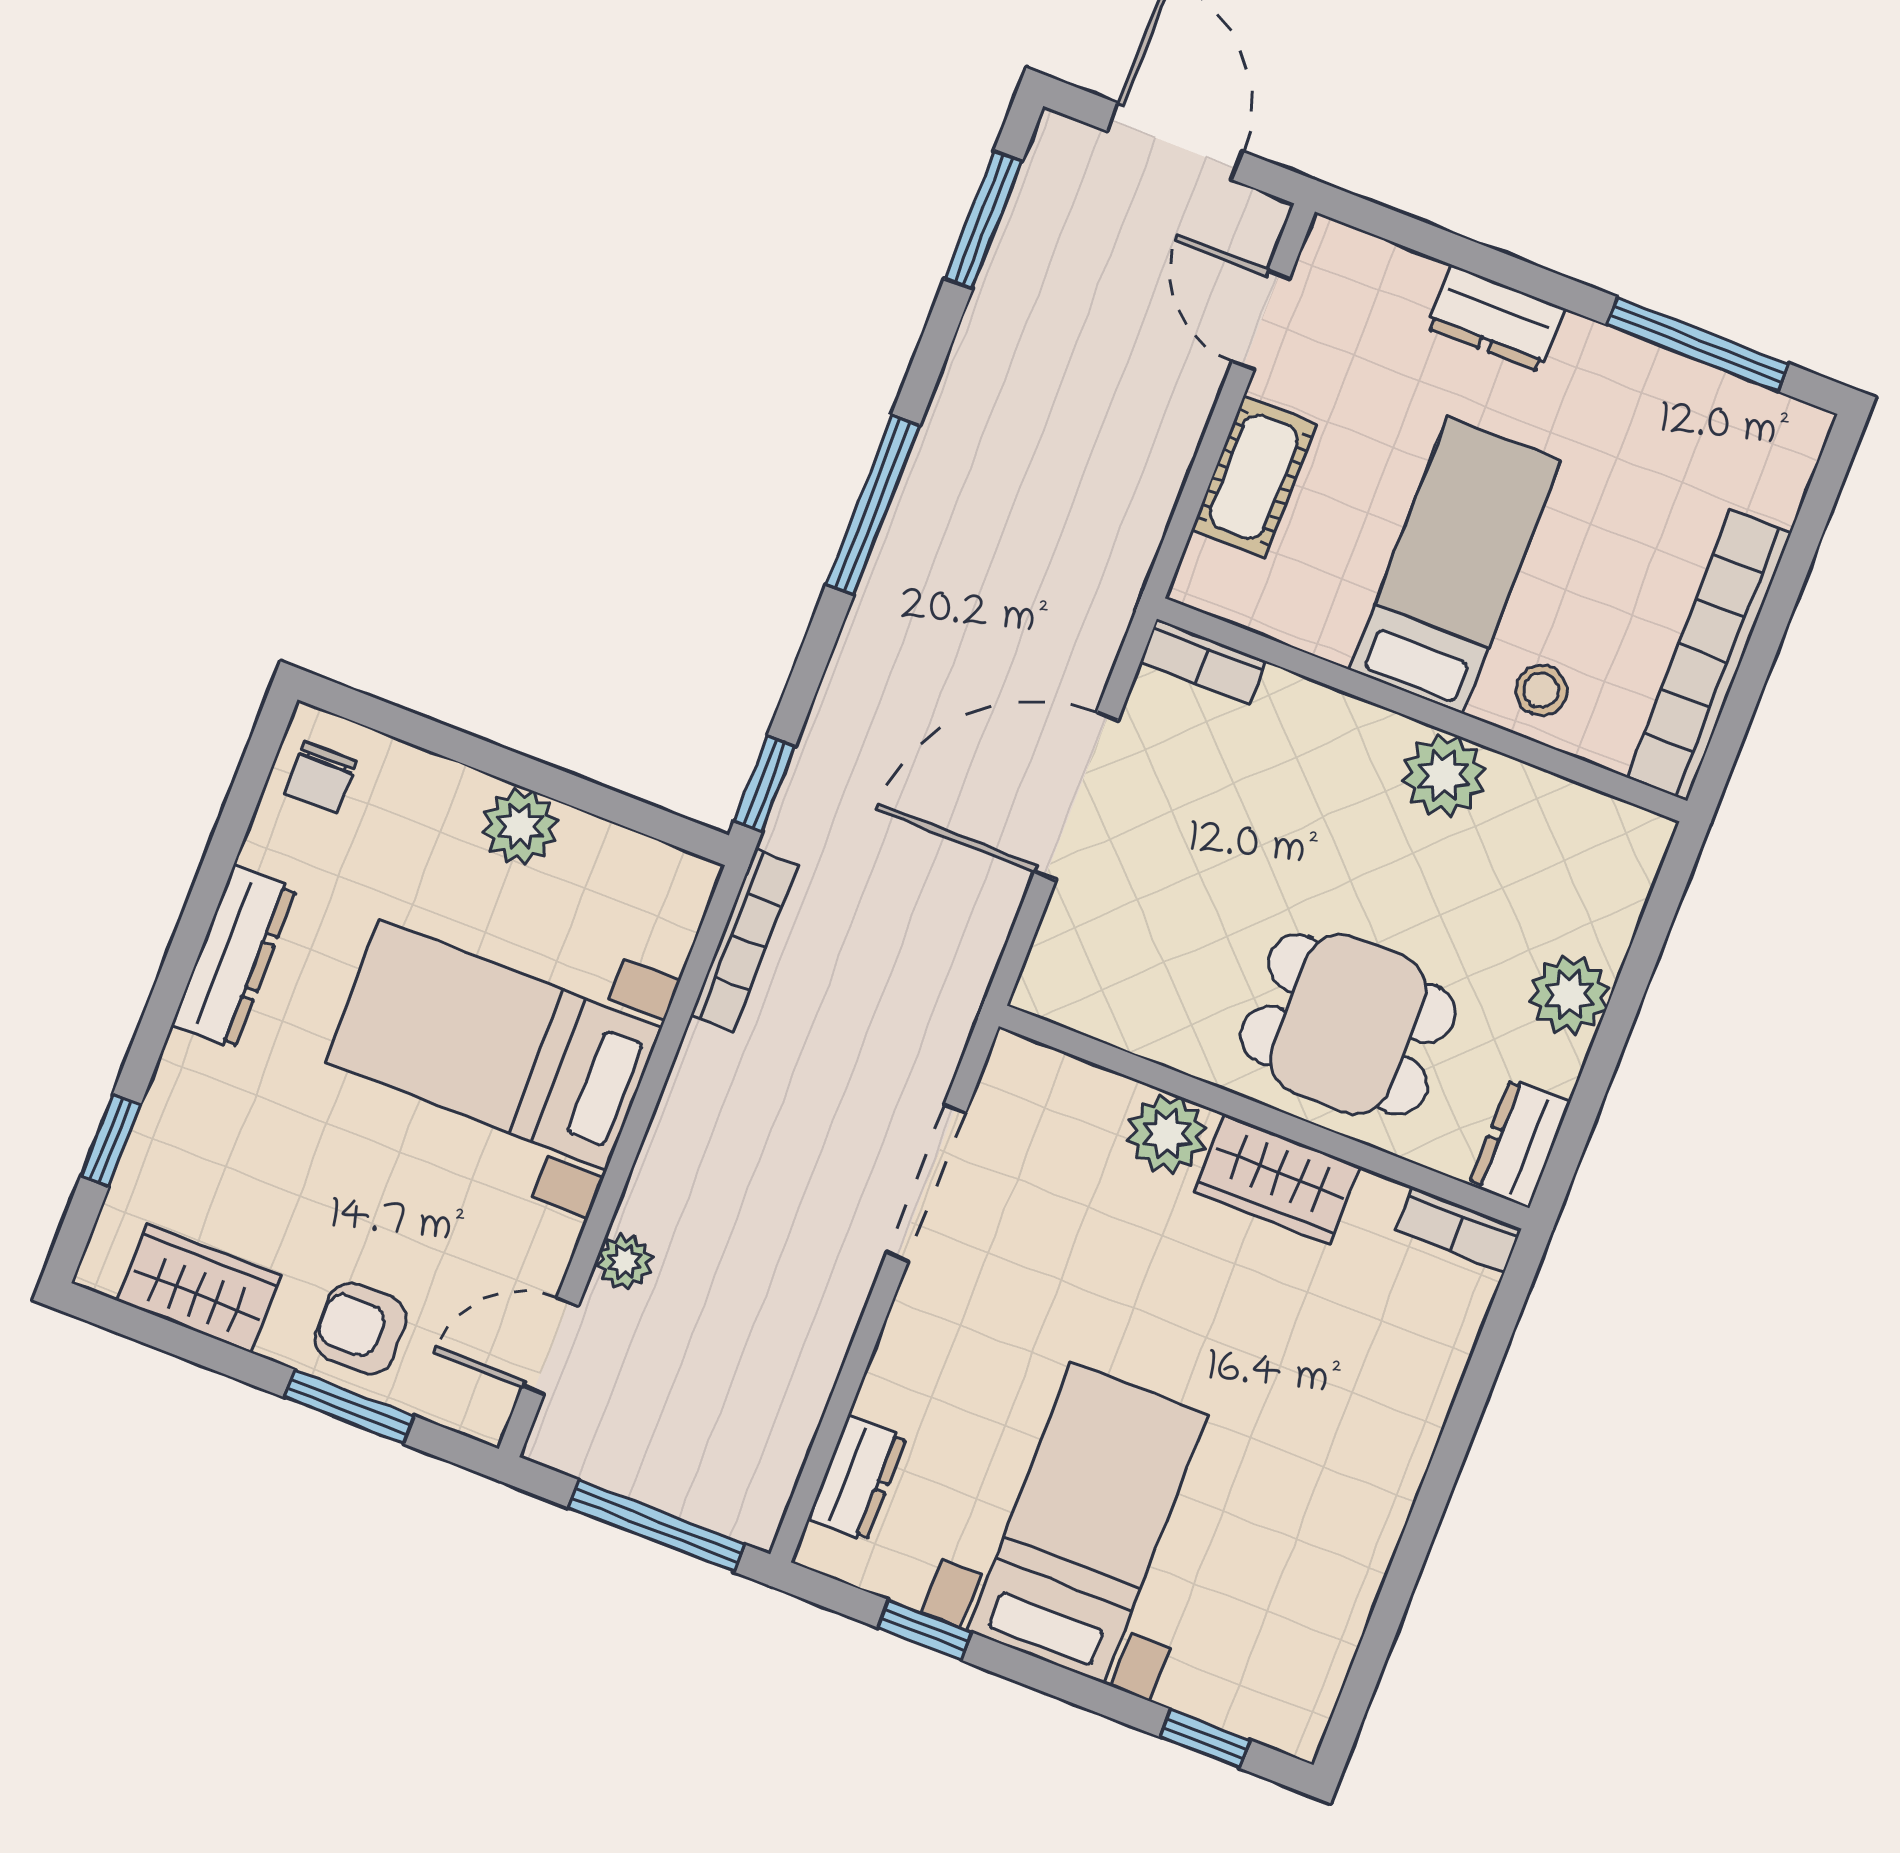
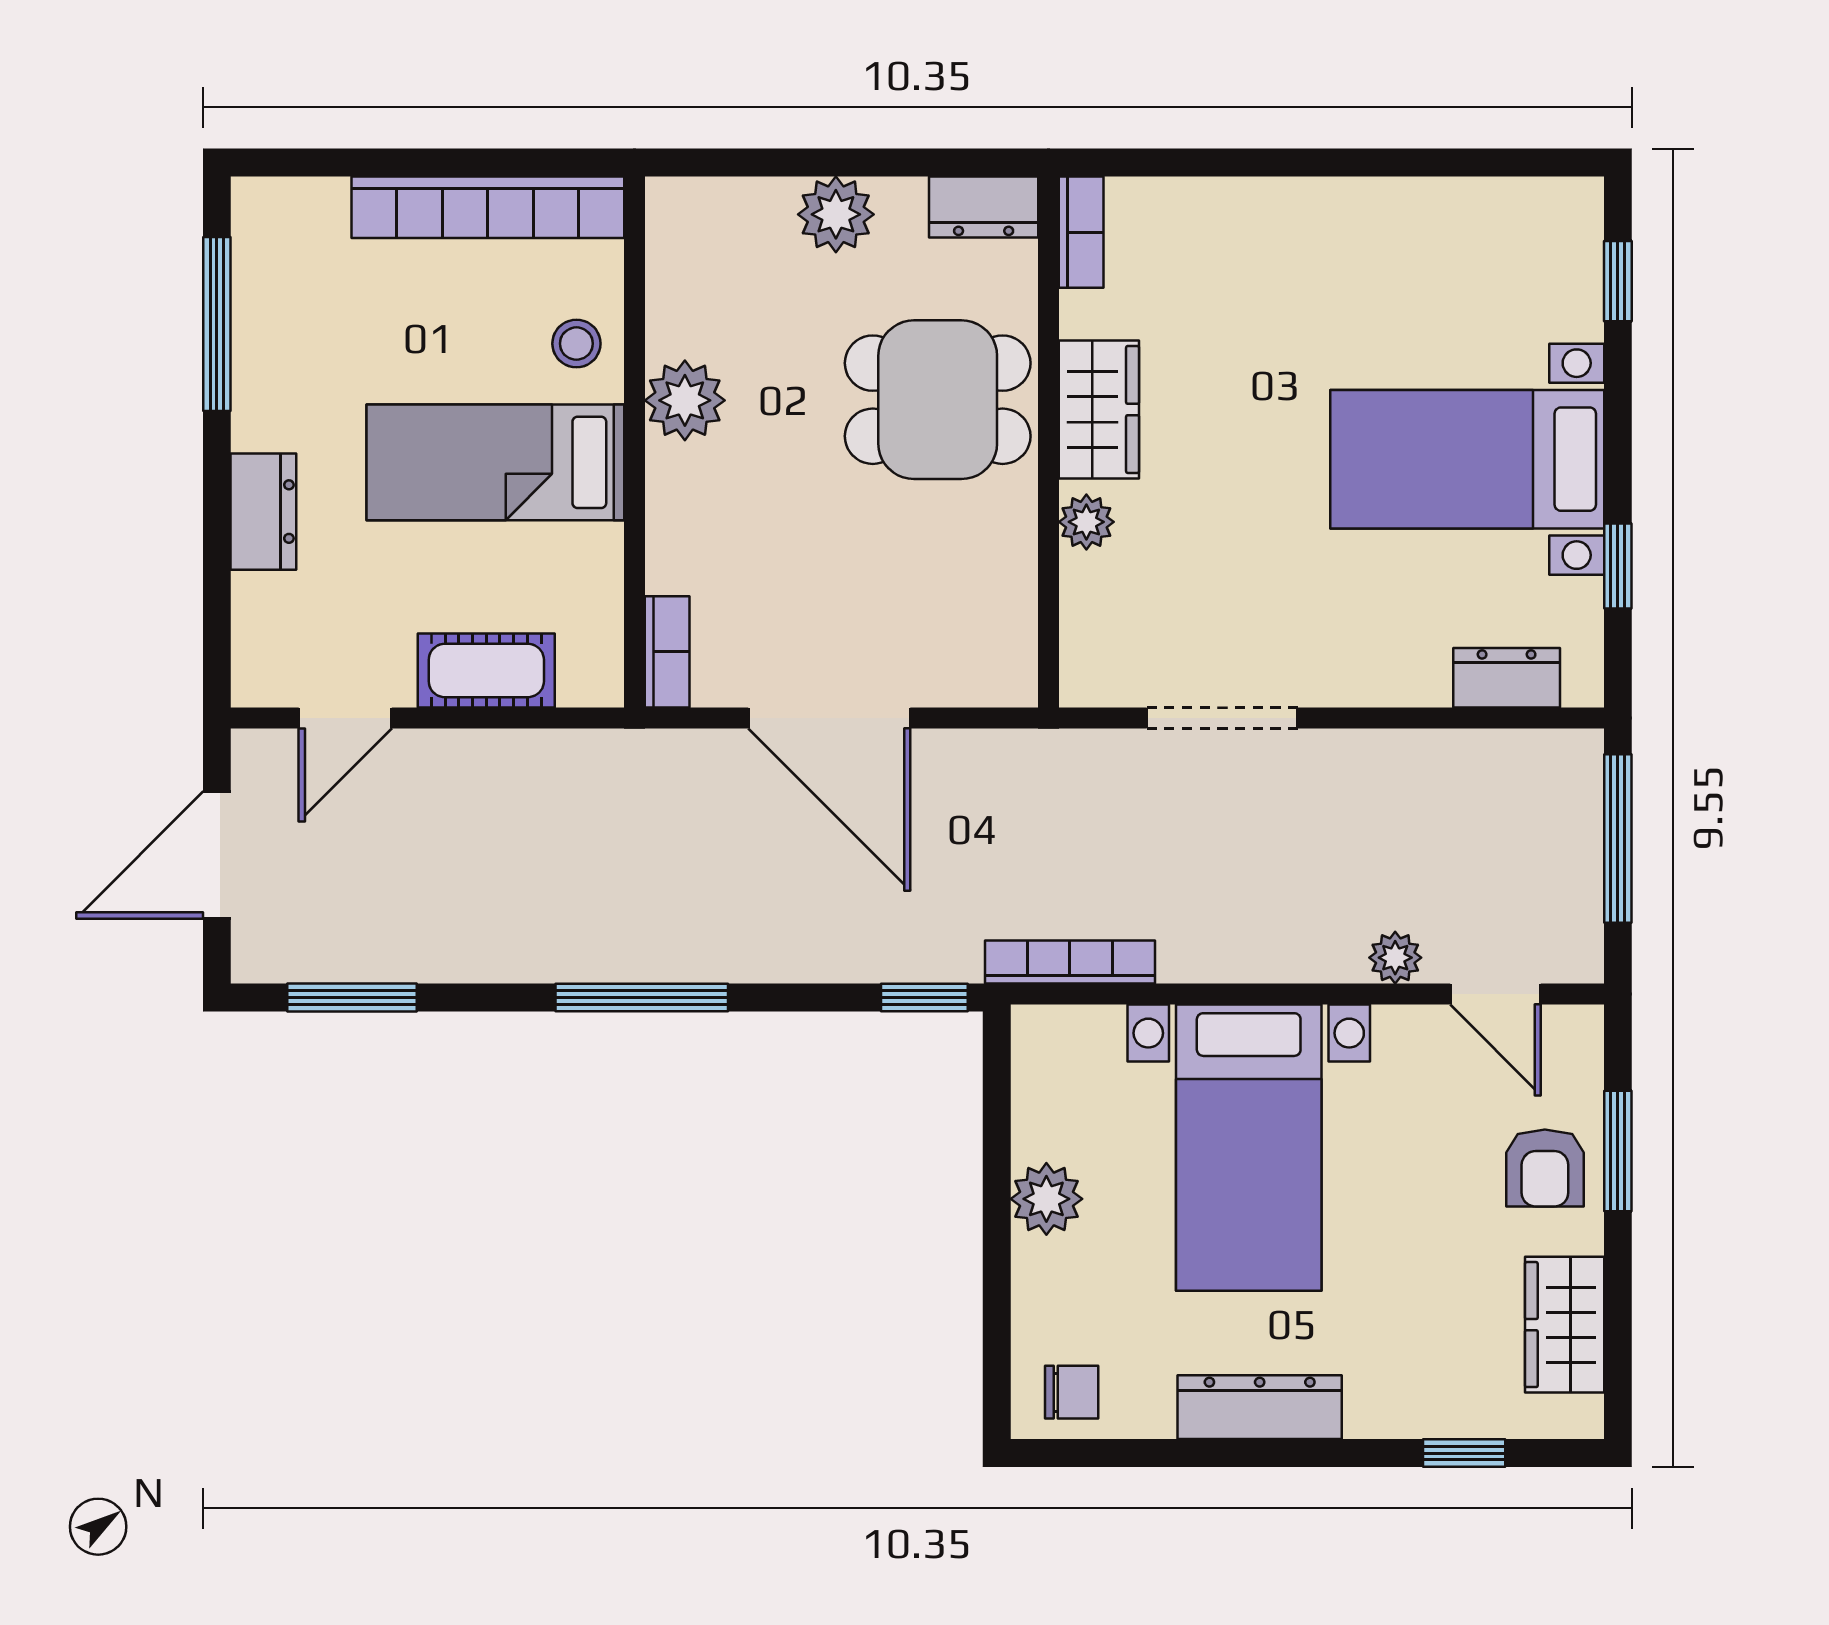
dining table: (1348, 1024) -> (938, 400), turned 90
plant: (1167, 1134) -> (1086, 522), width x0.73, depth x0.73

